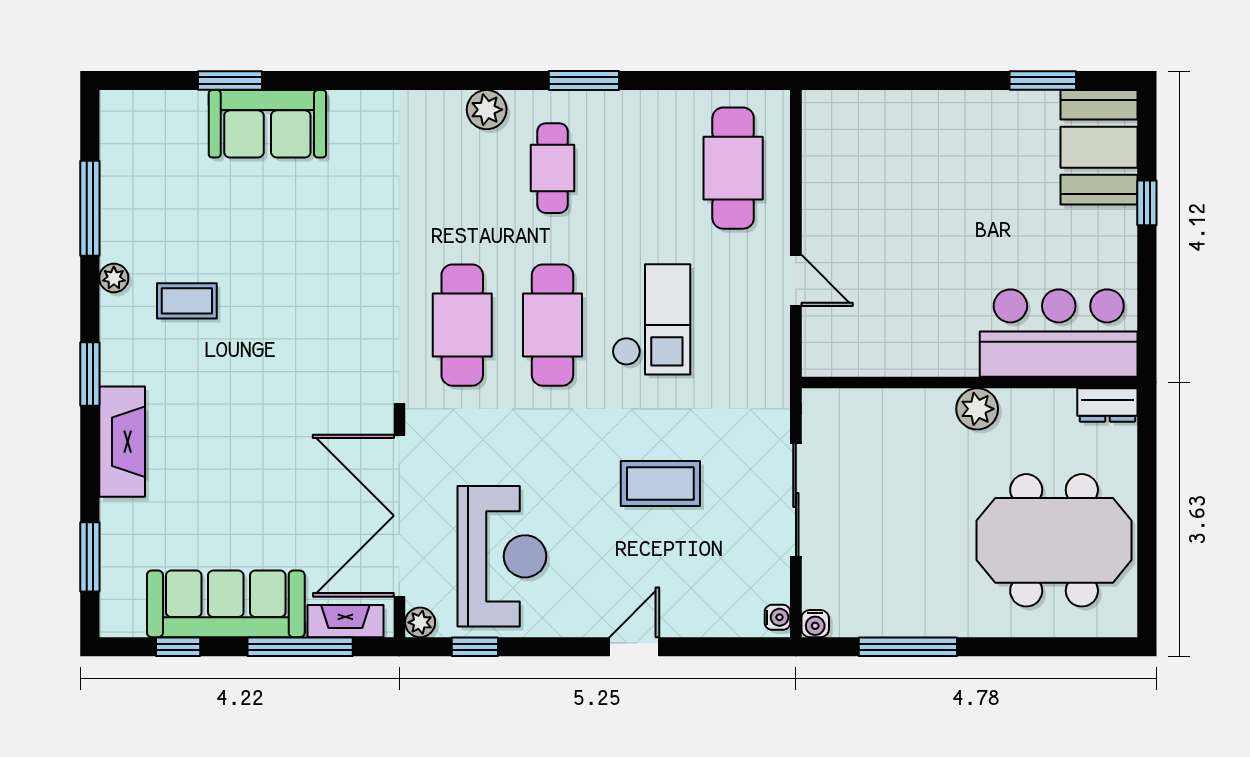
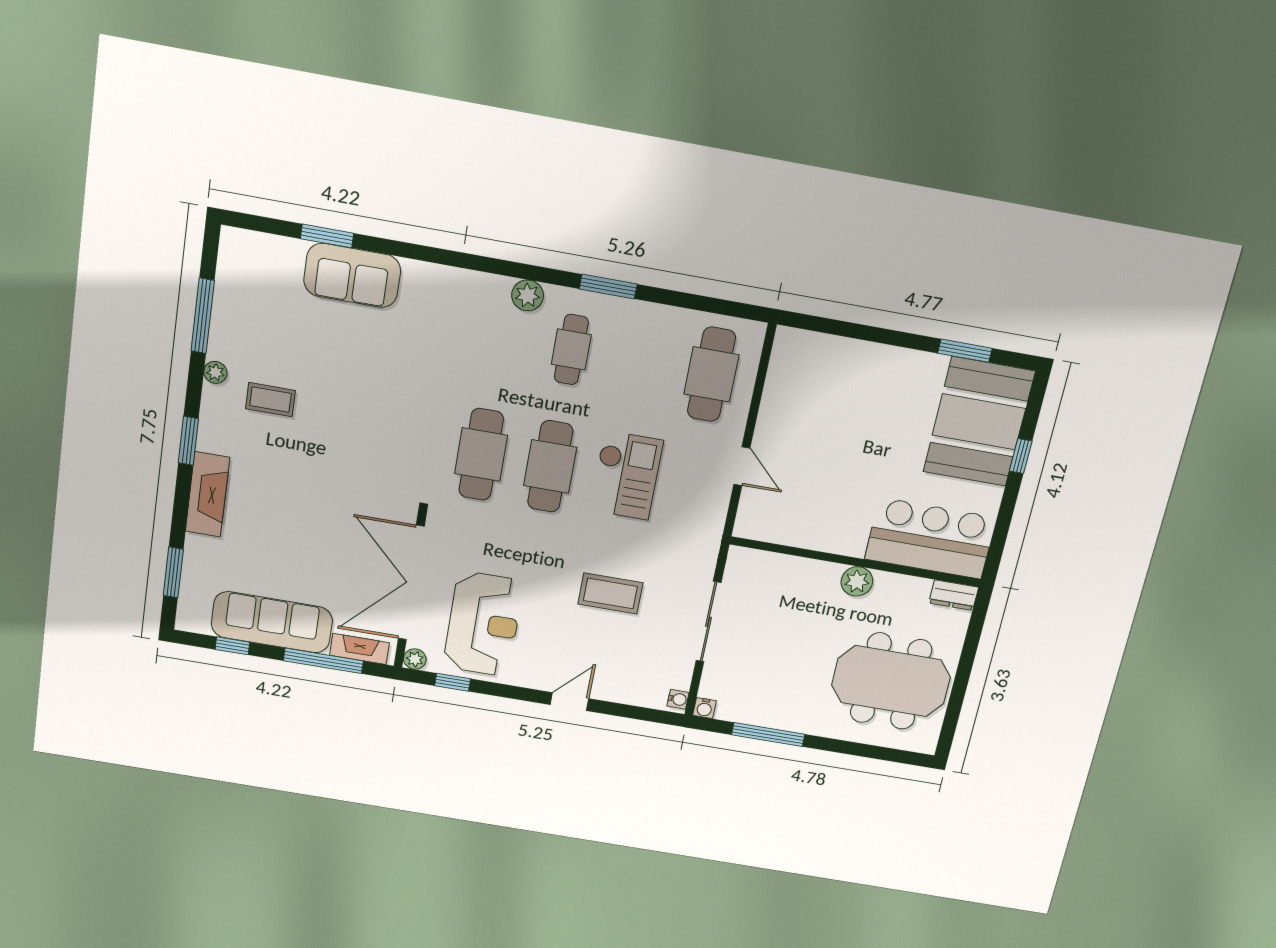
booth: (1099, 147) -> (979, 422), width x1.36, depth x1.42

